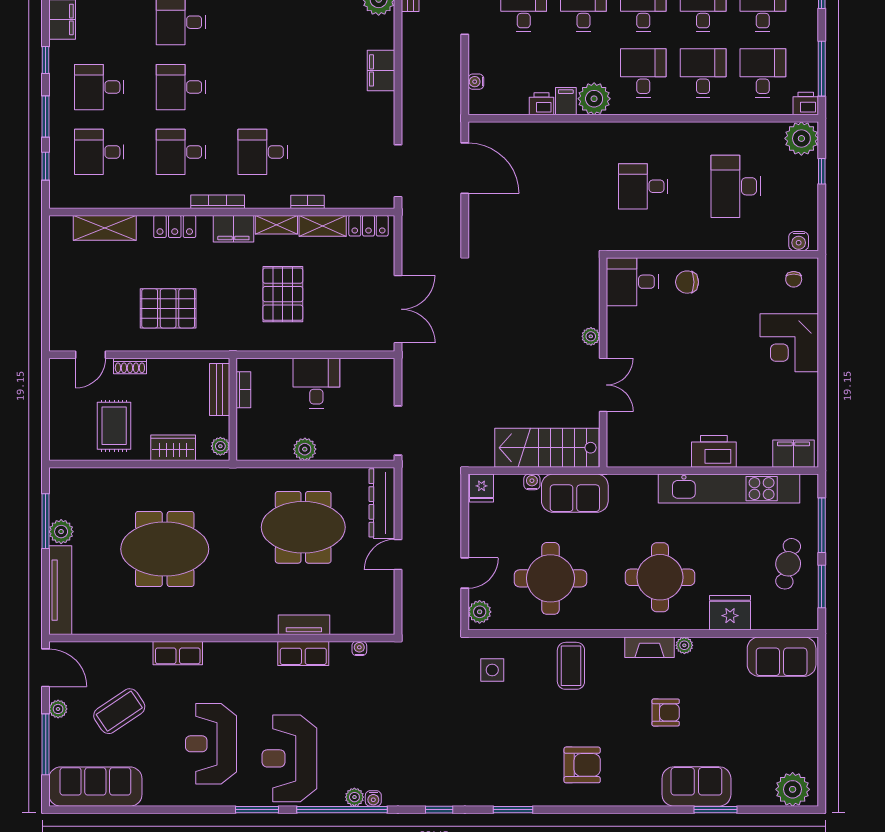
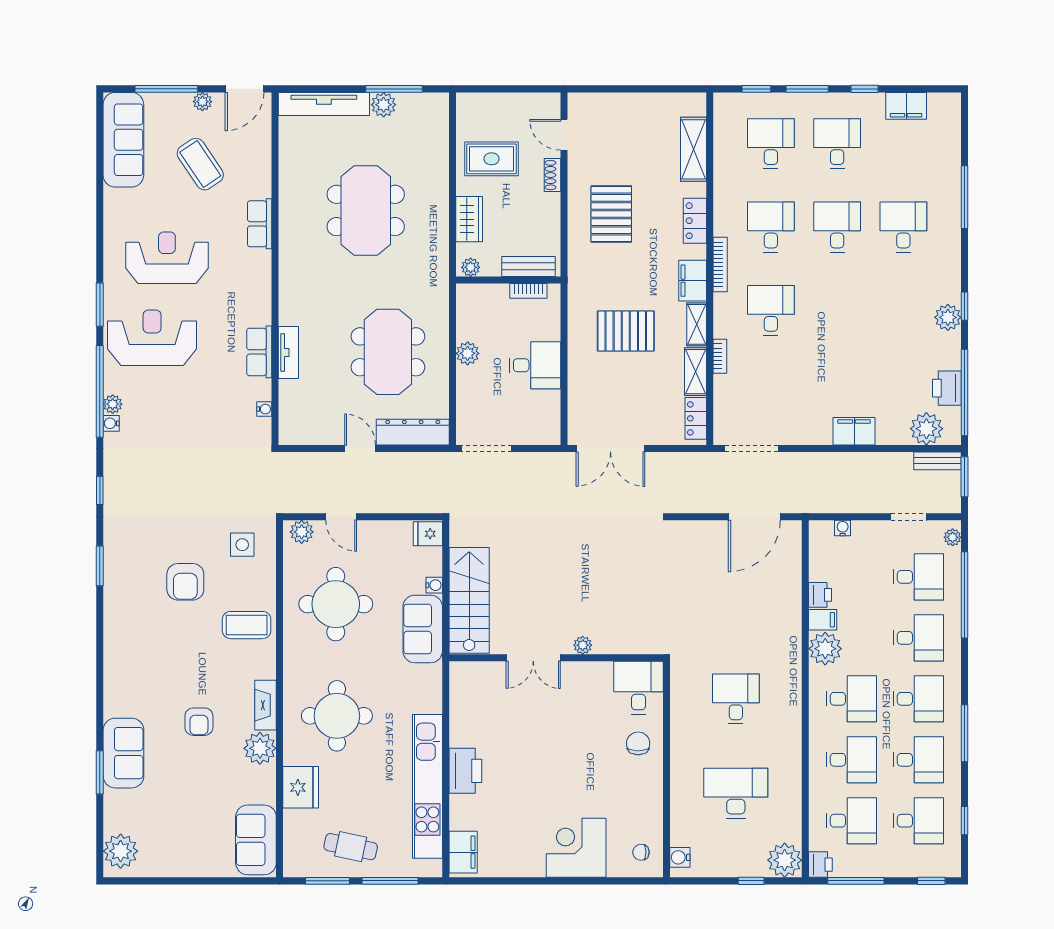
plant: (684, 645) -> (260, 748), width x1.88, depth x1.88
armchair: (582, 765) -> (185, 582), moved

